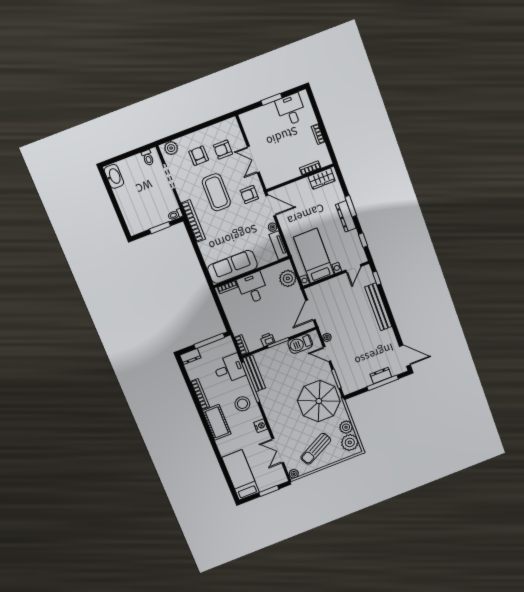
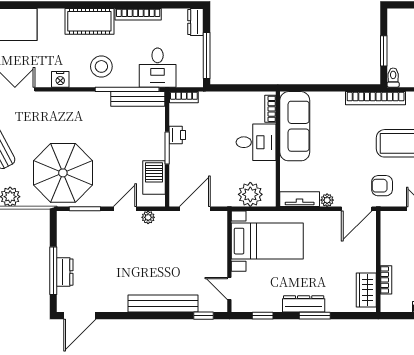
armchair: (249, 195) -> (382, 186), turned -90
door: (310, 310) -> (195, 209), hinge flipped

